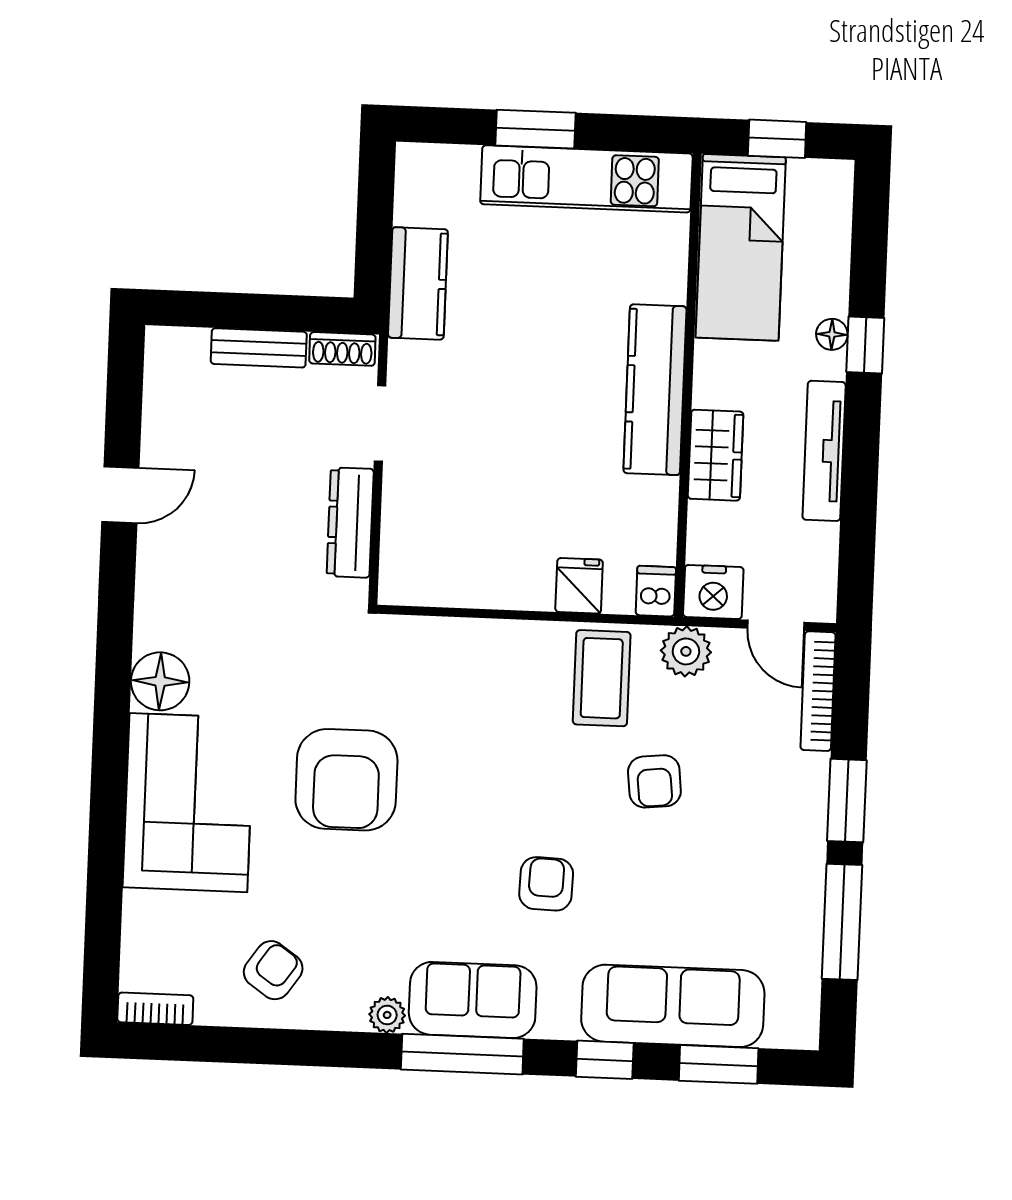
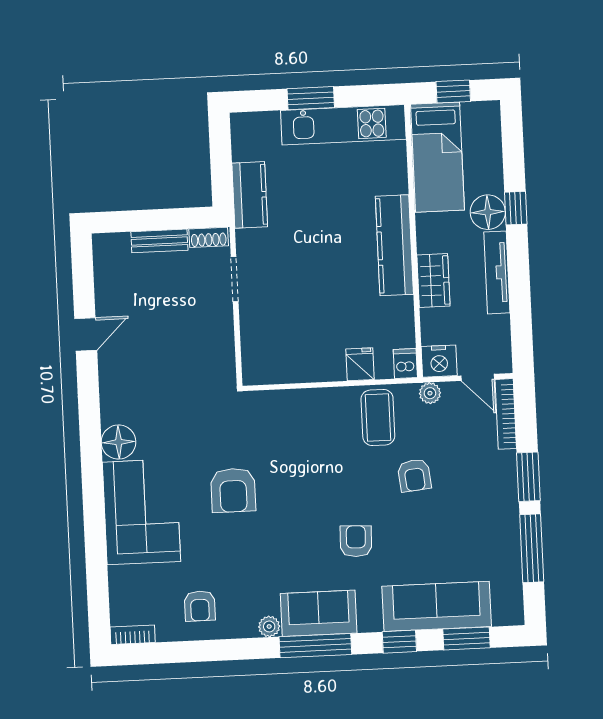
floor lamp: (832, 334) -> (488, 212), width x1.89, depth x1.89
dresser: (350, 523) -> (222, 339), removed
plant: (686, 651) -> (430, 393), width x0.73, depth x0.73
armchair: (346, 780) -> (233, 490), width x0.73, depth x0.73
armchair: (273, 970) -> (200, 606), turned 145

